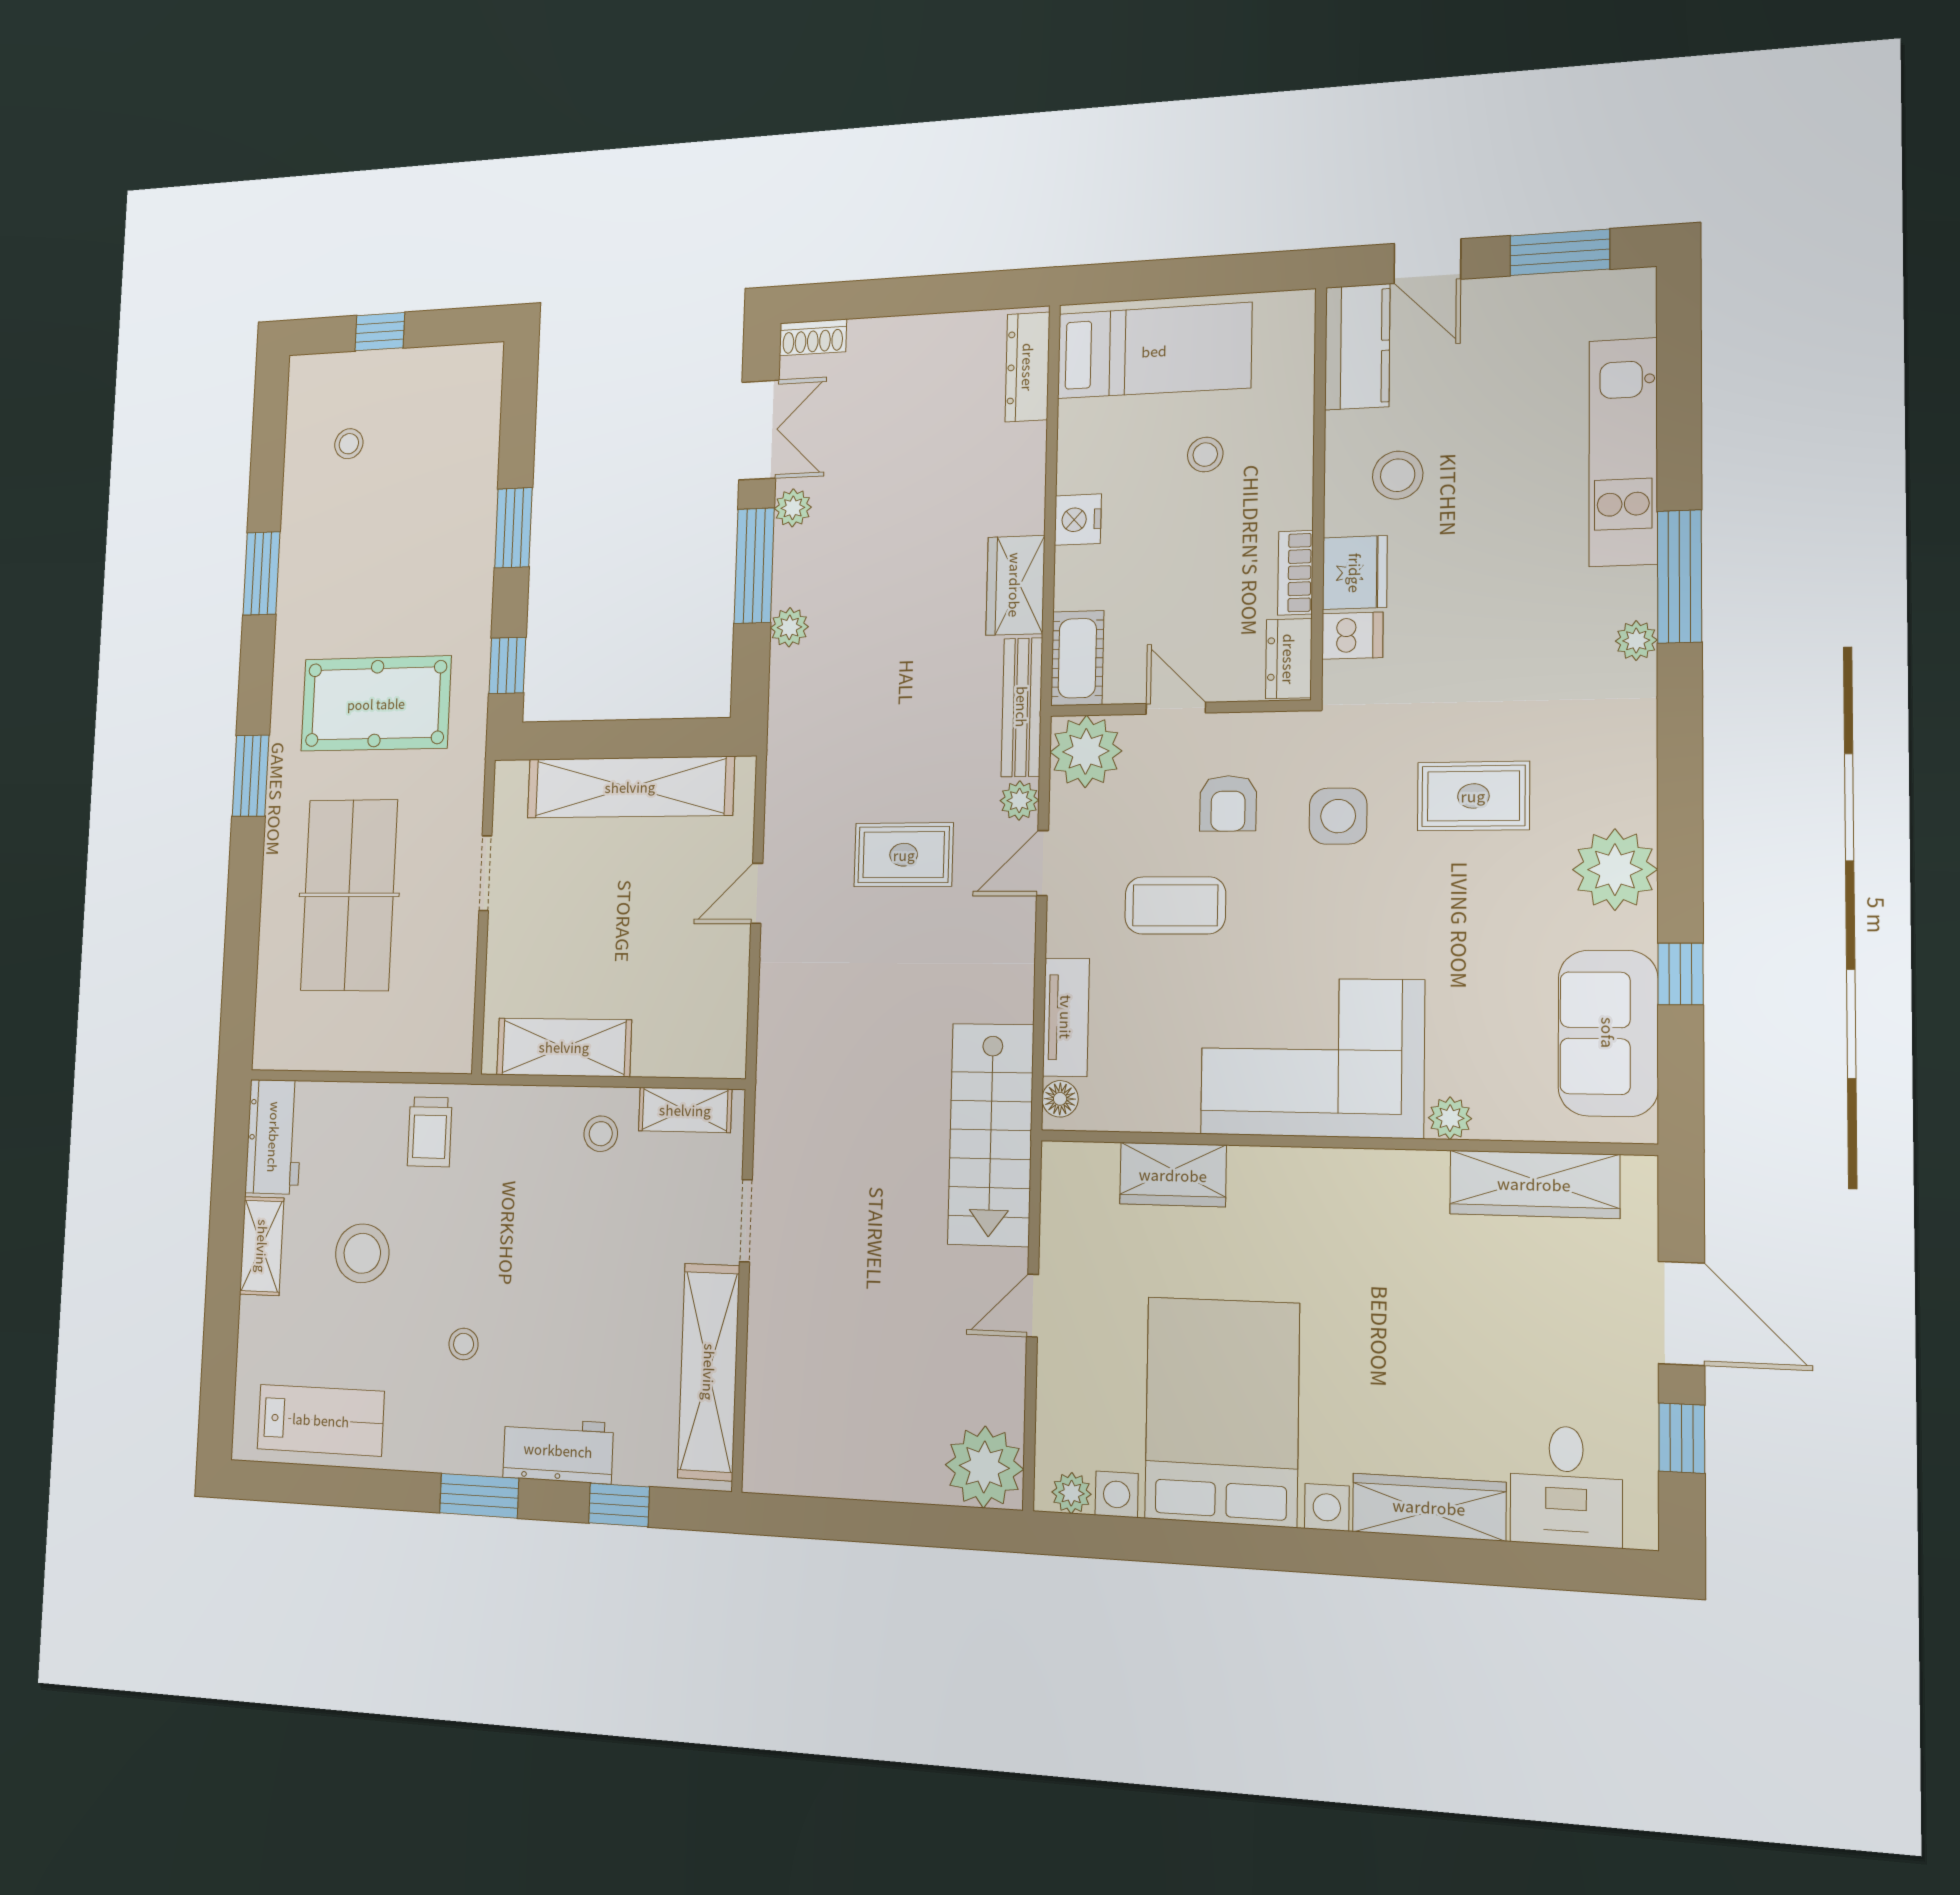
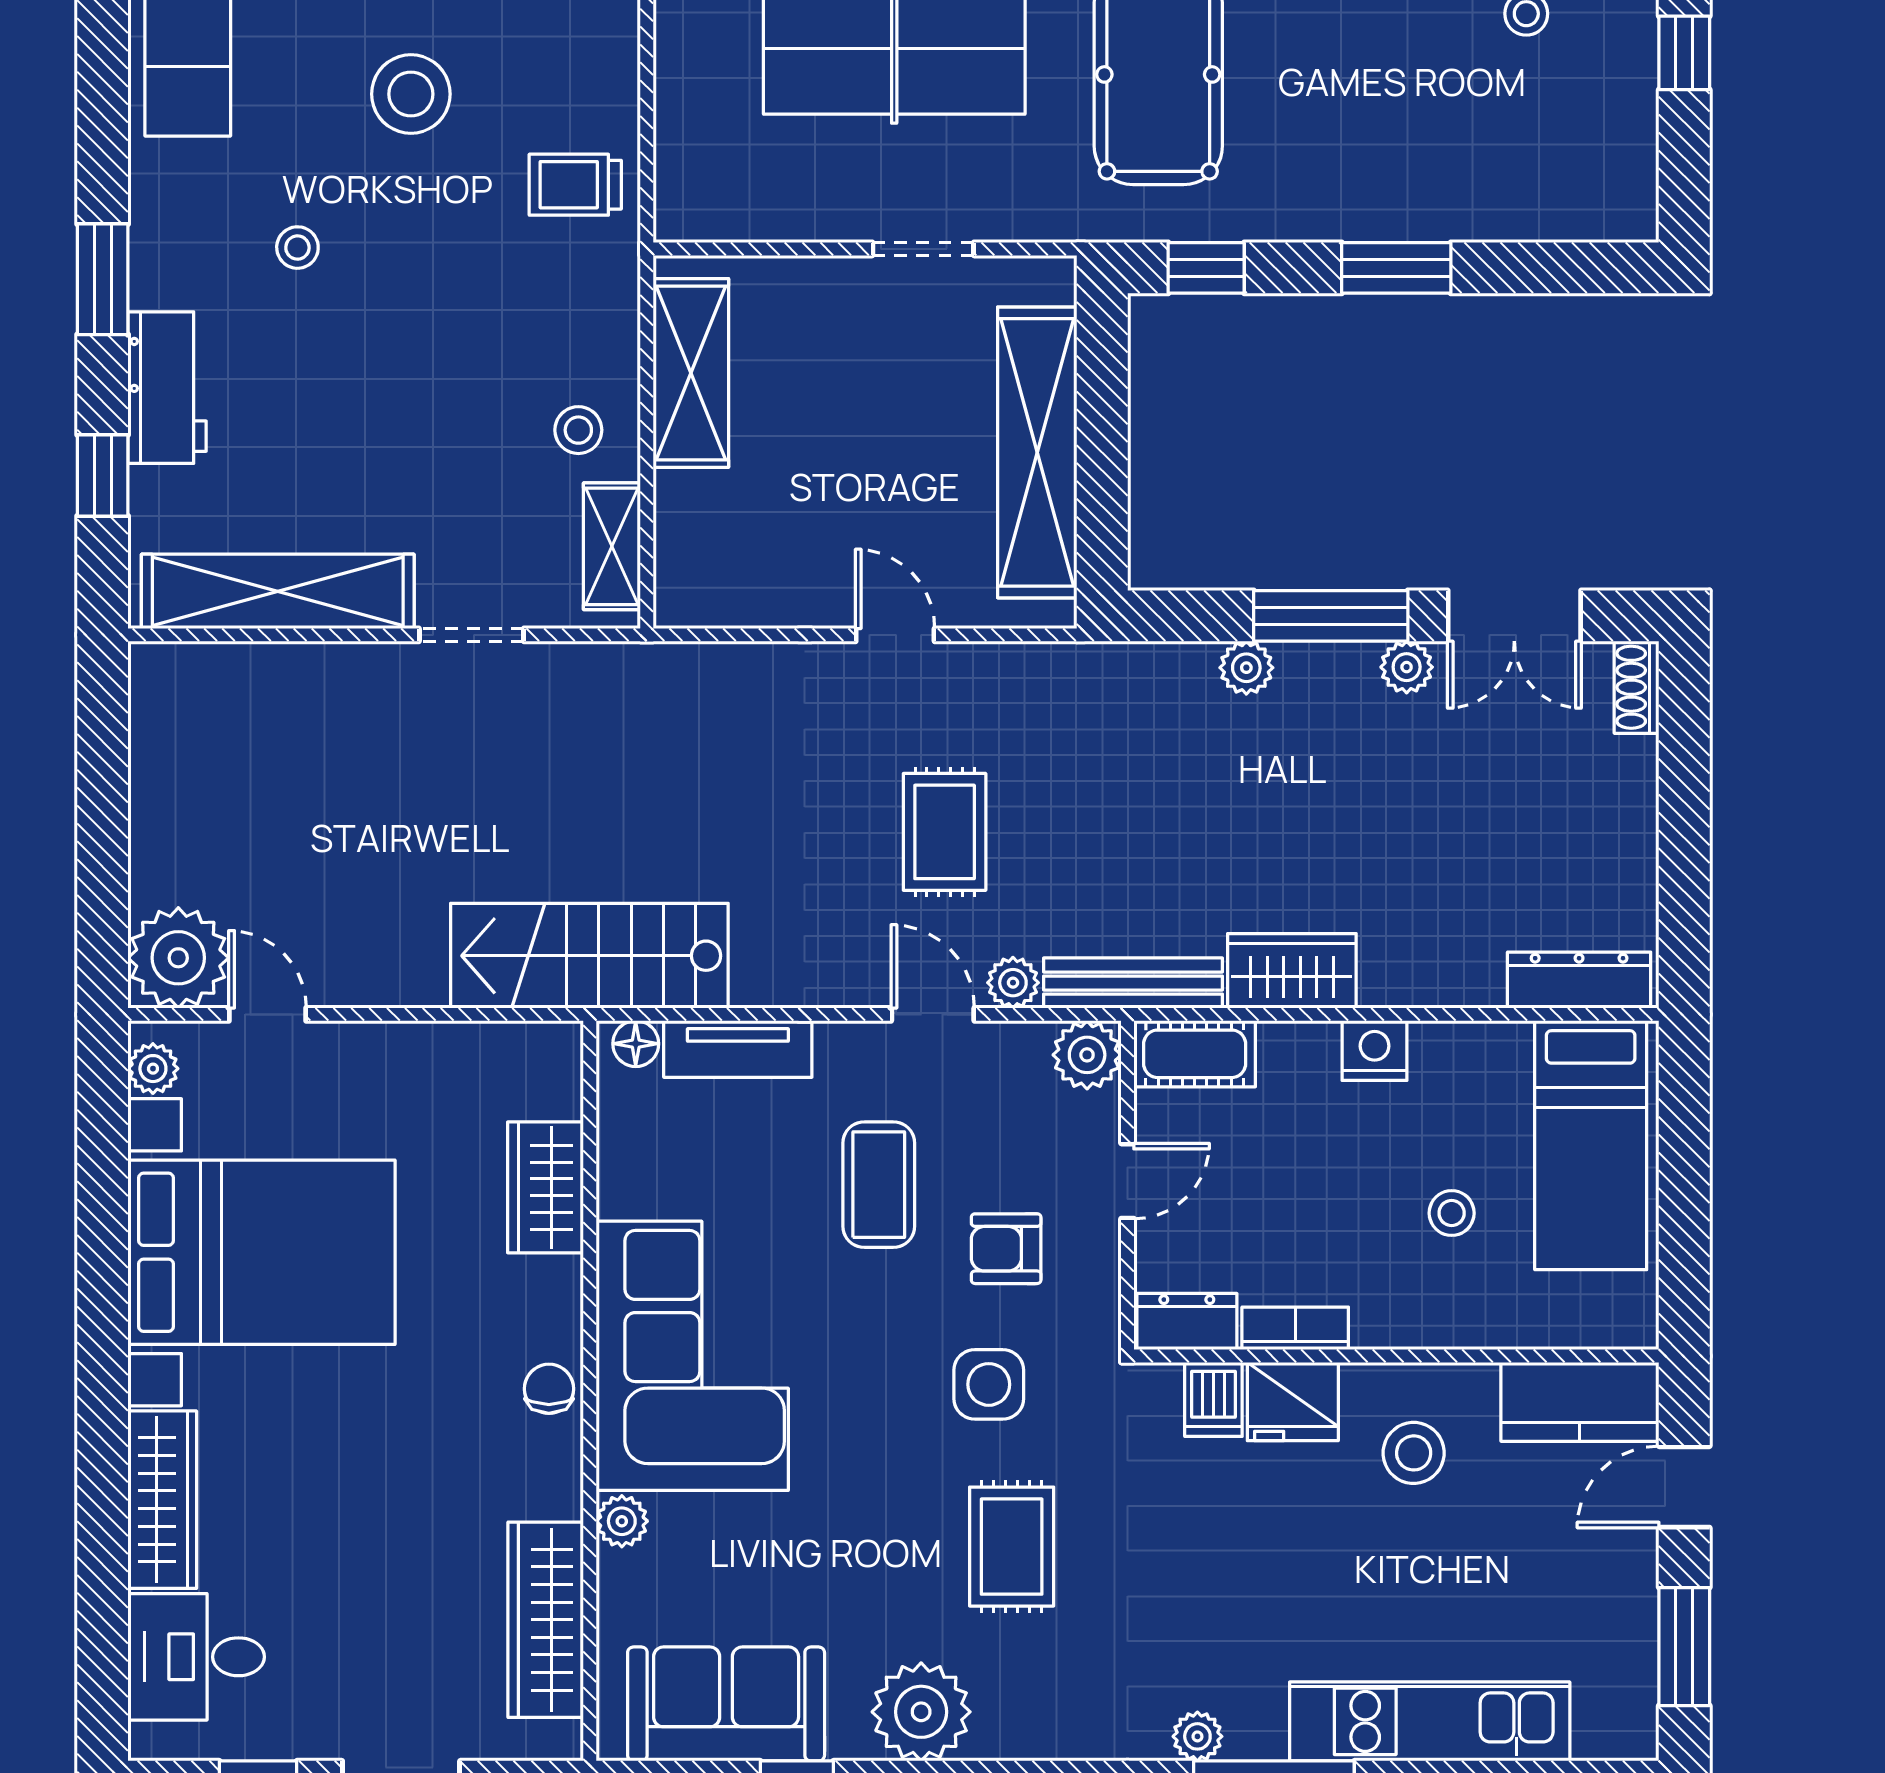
plant: (1086, 751) -> (1087, 1055), width x0.73, depth x0.73
chair: (1338, 1176) -> (549, 1389), added
door: (1033, 1306) -> (267, 1014), moved

